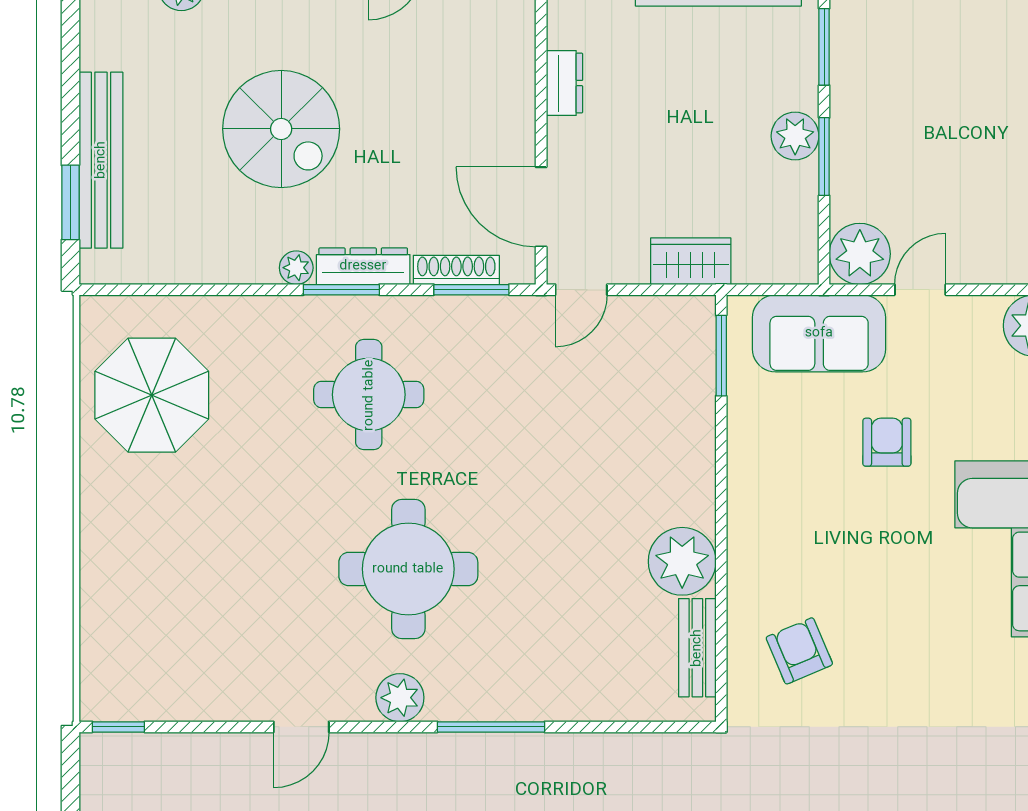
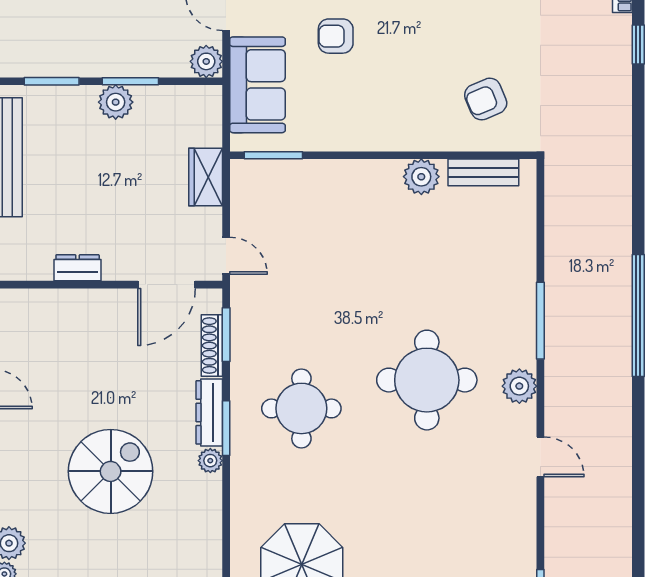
plant: (860, 254) -> (206, 61), width x0.73, depth x0.73
plant: (682, 561) -> (421, 177), width x0.73, depth x0.73

